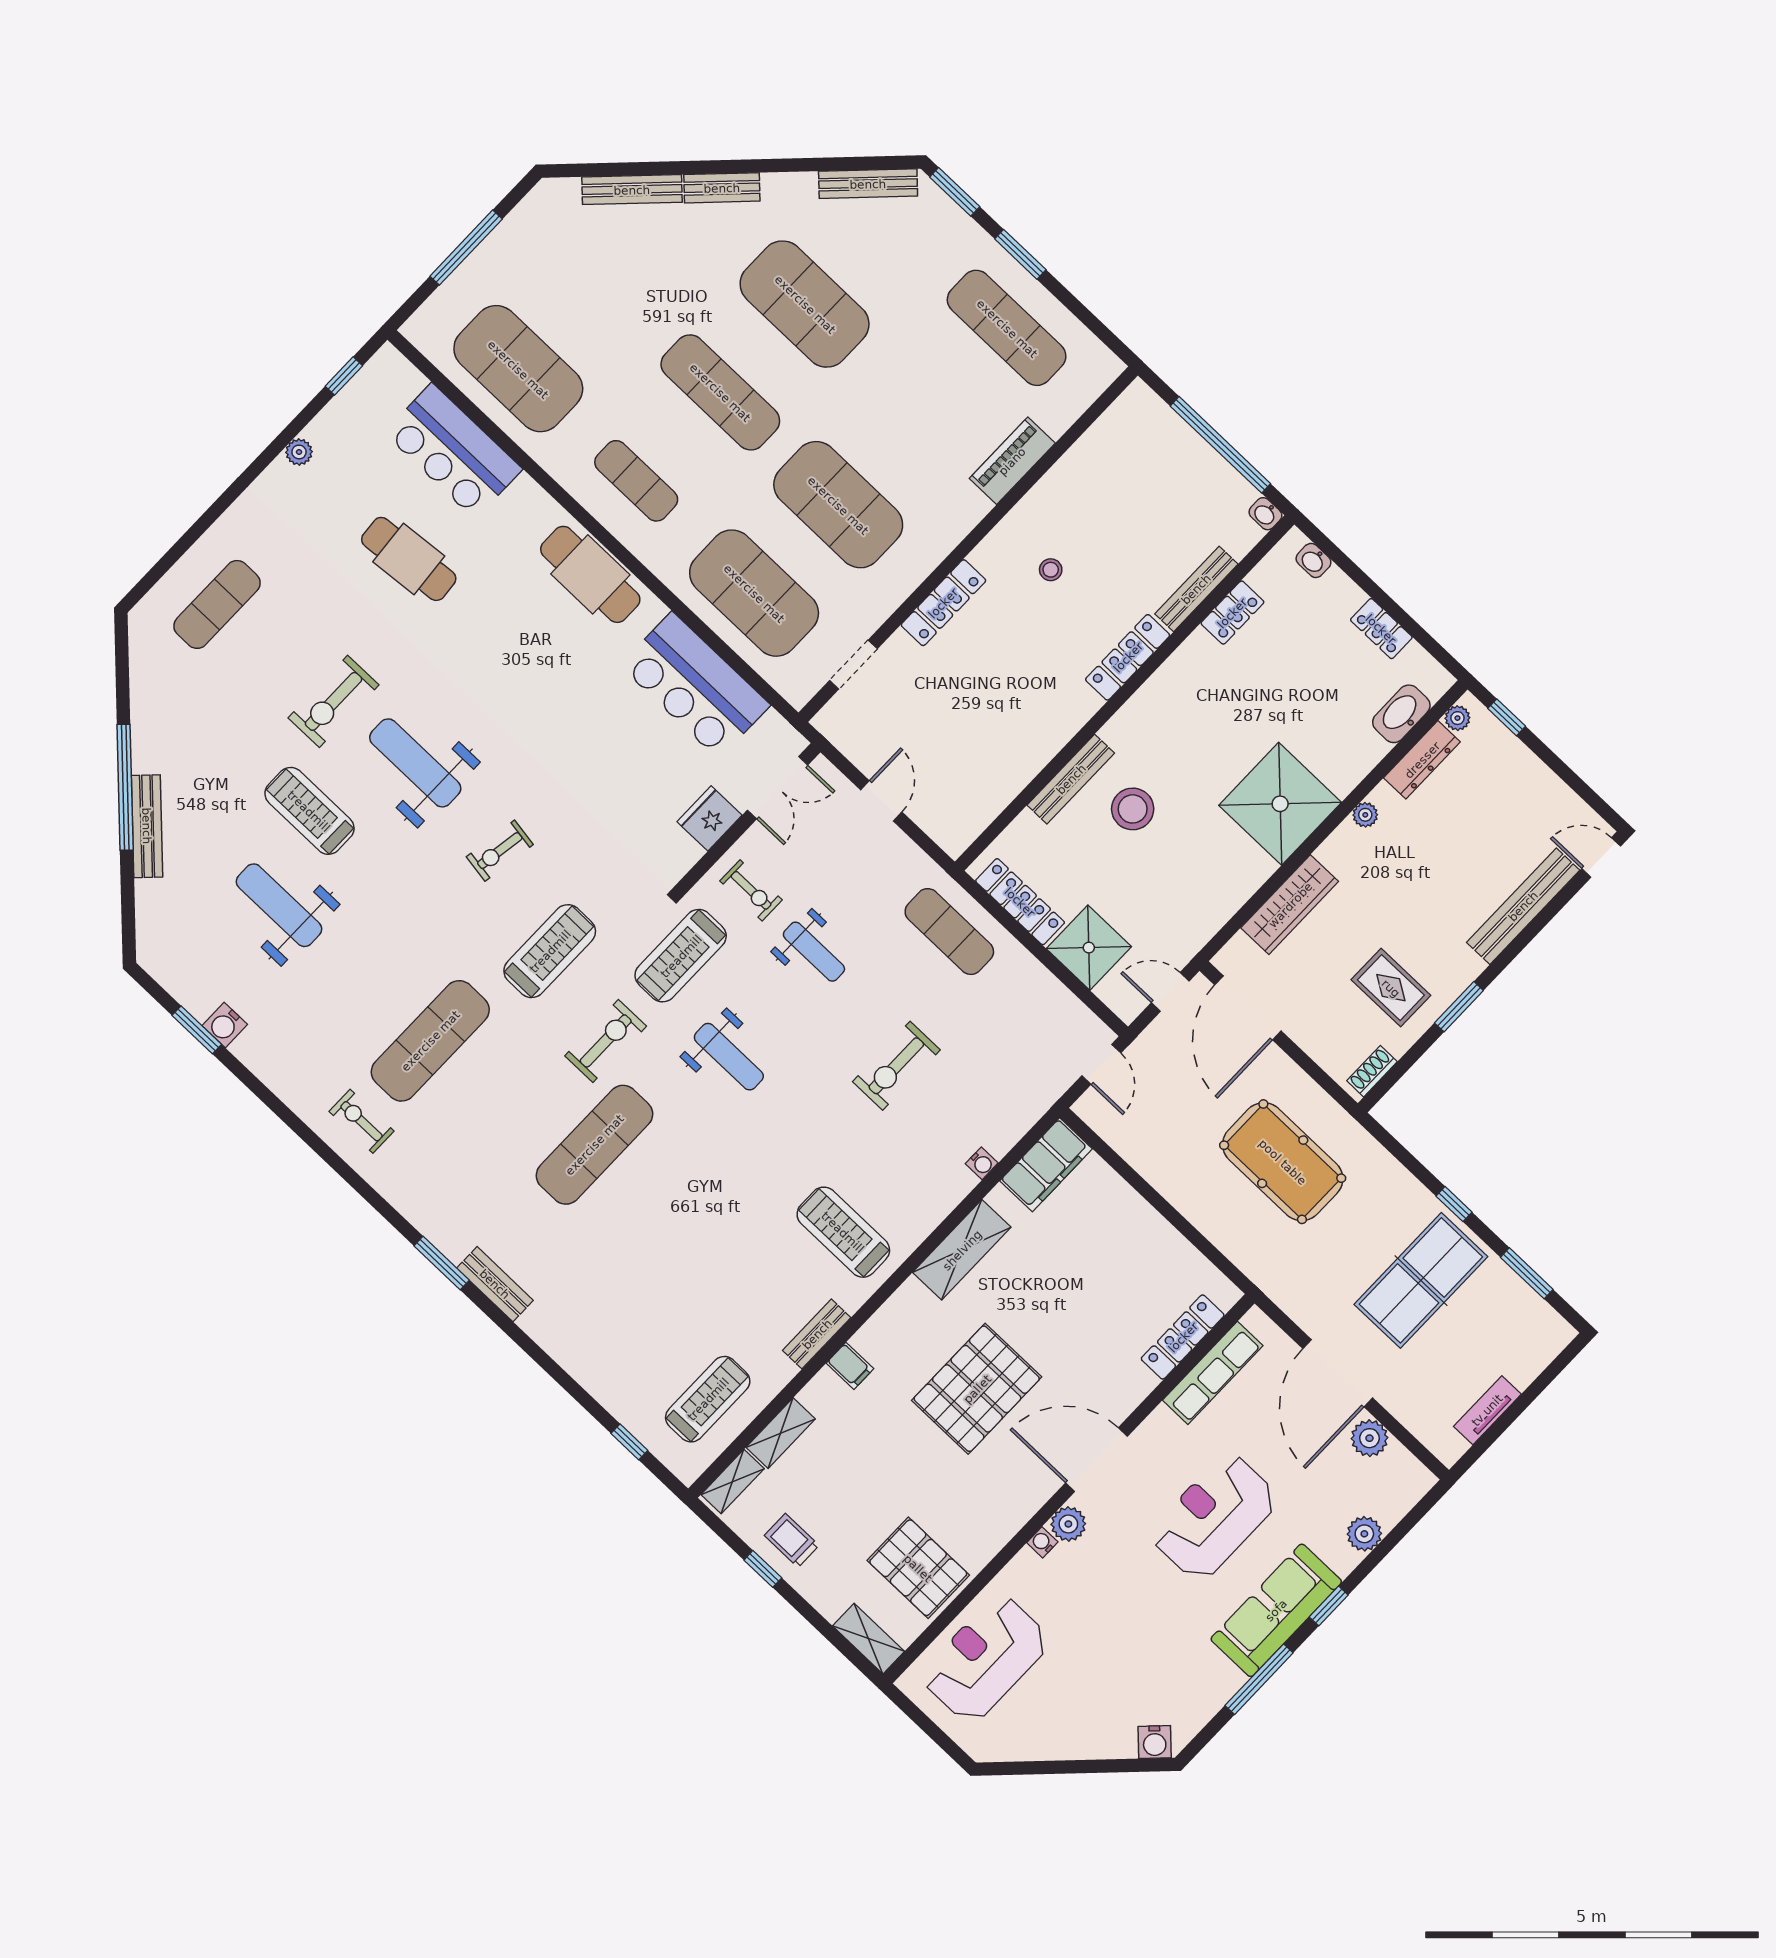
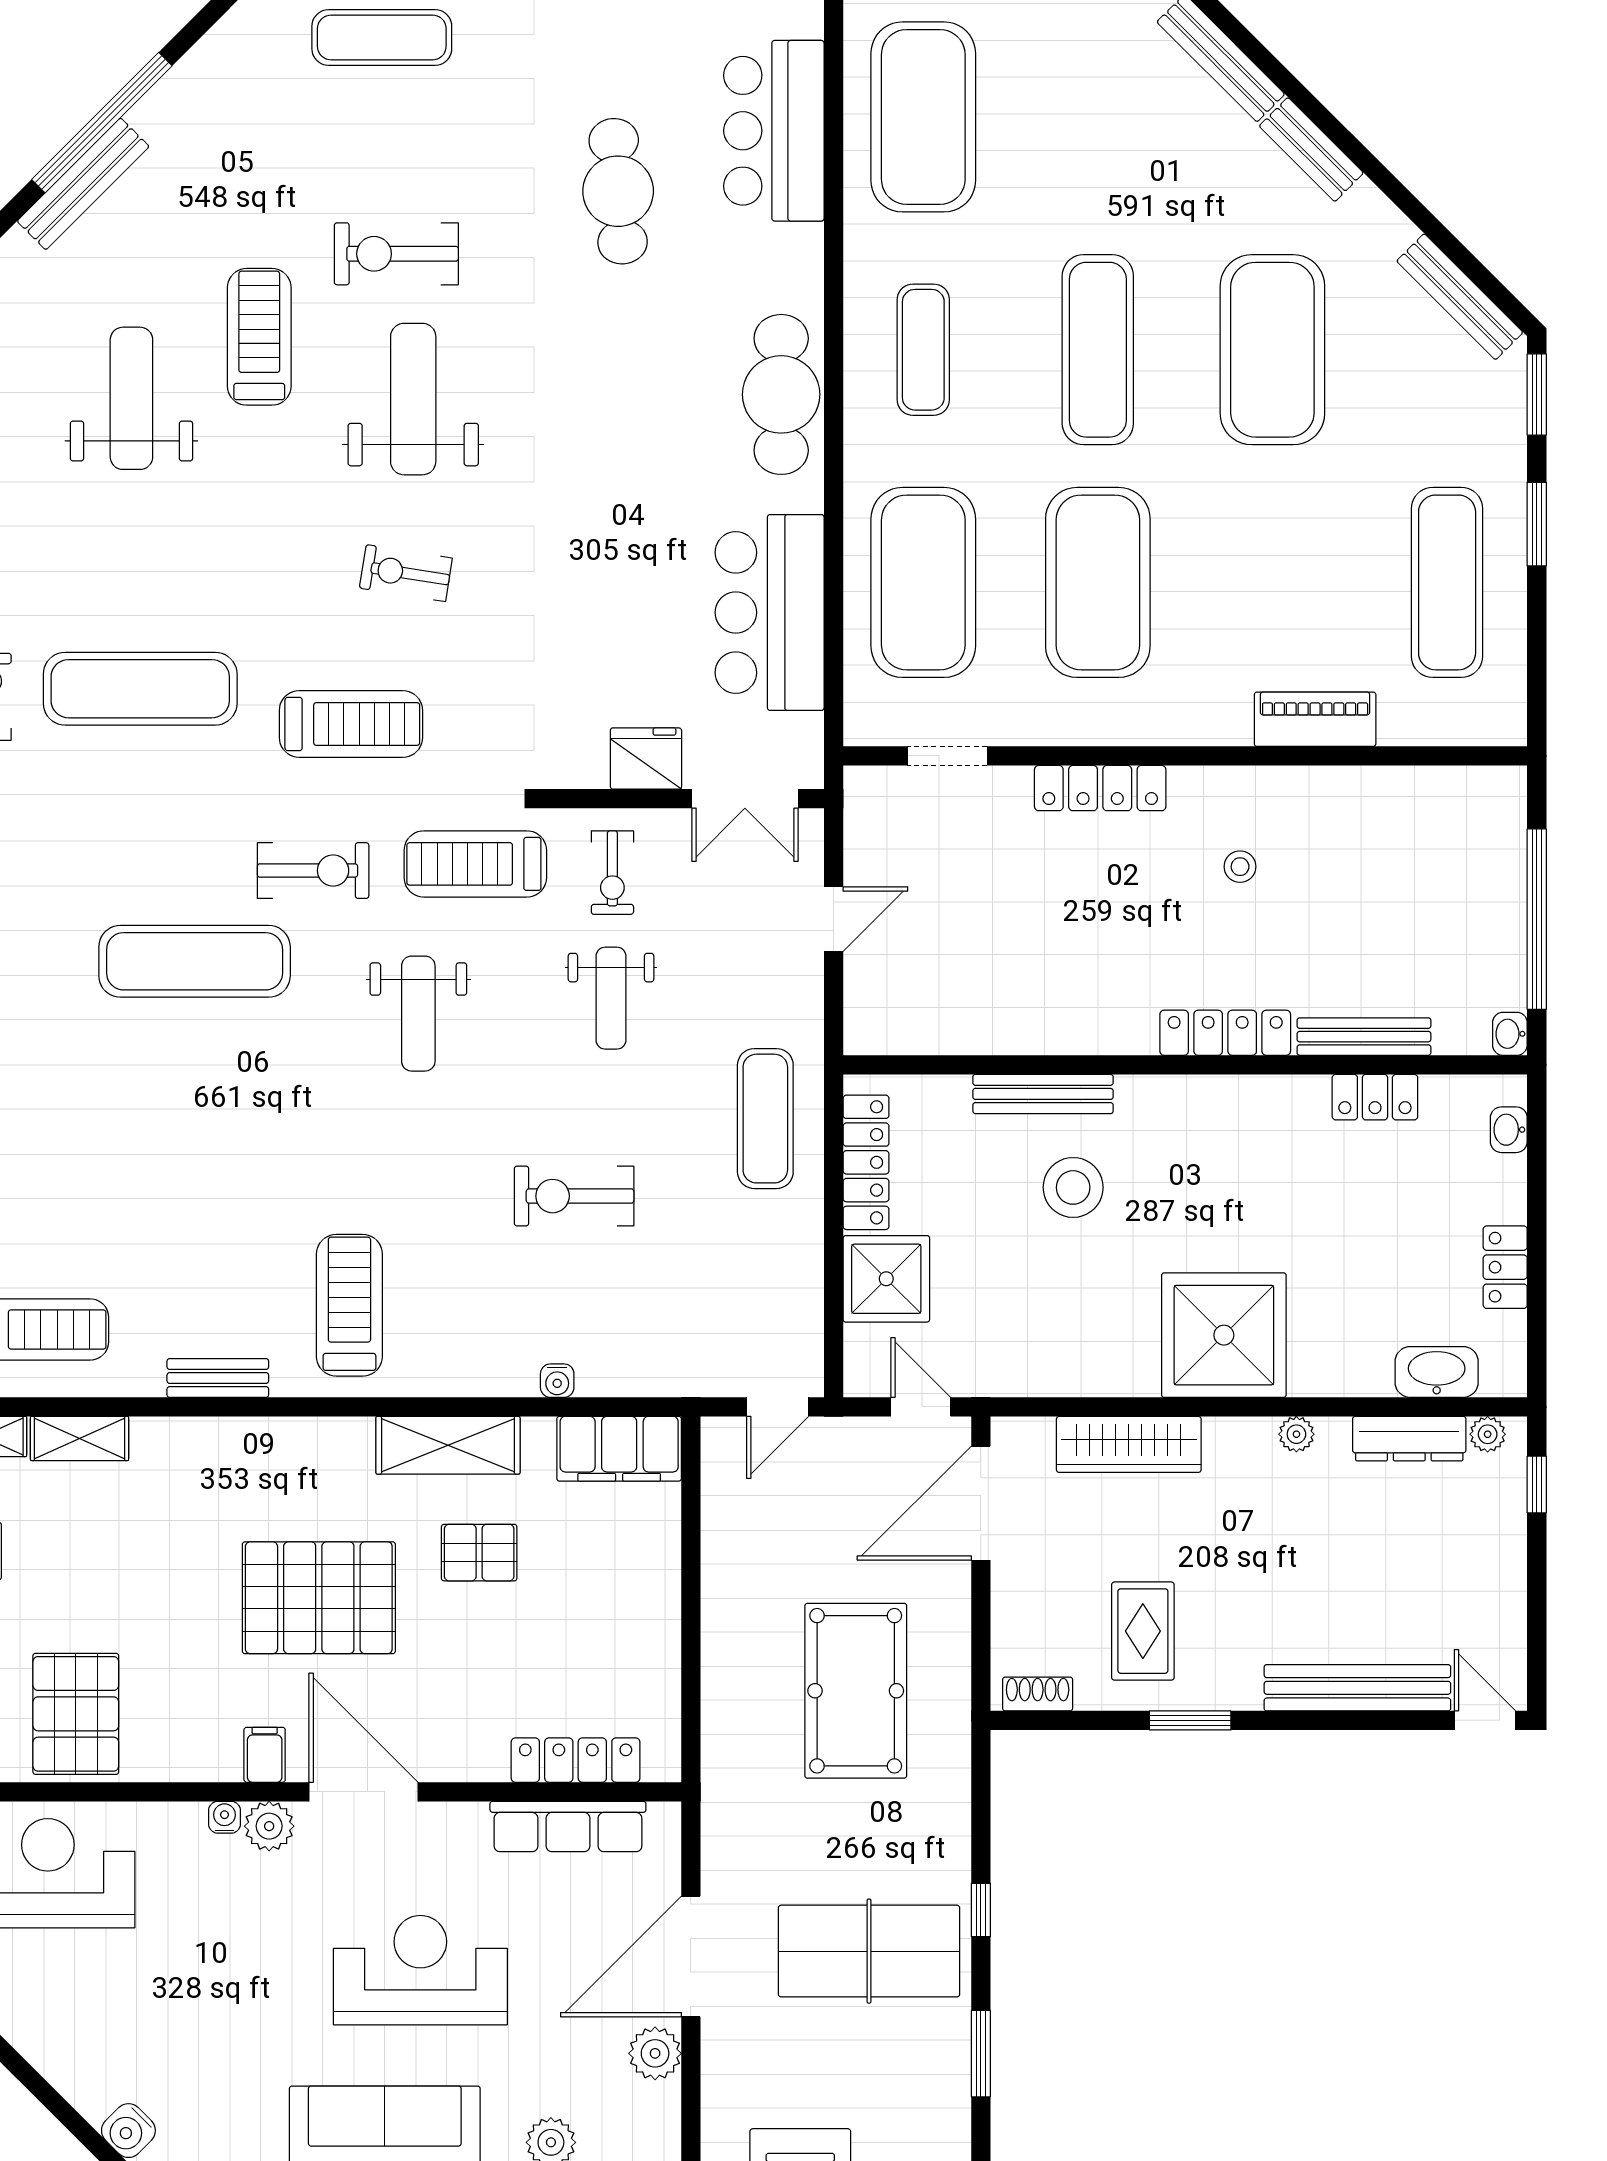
pallet: (1031, 1286) -> (479, 1553), added
filing cabinet: (850, 1366) -> (265, 1755), moved, turned 180

